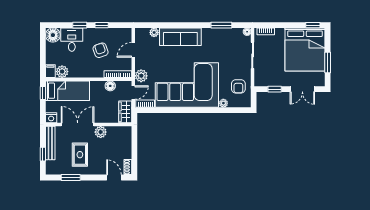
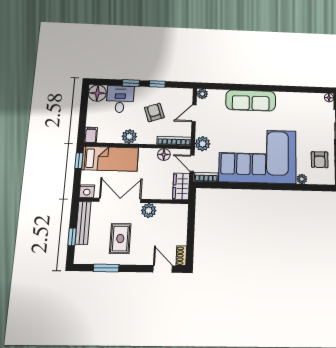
window: (221, 25) -> (299, 89), removed
plant: (154, 32) -> (202, 94), moved
plant: (62, 72) -> (129, 136), moved
door: (133, 93) -> (192, 163), swing flipped

